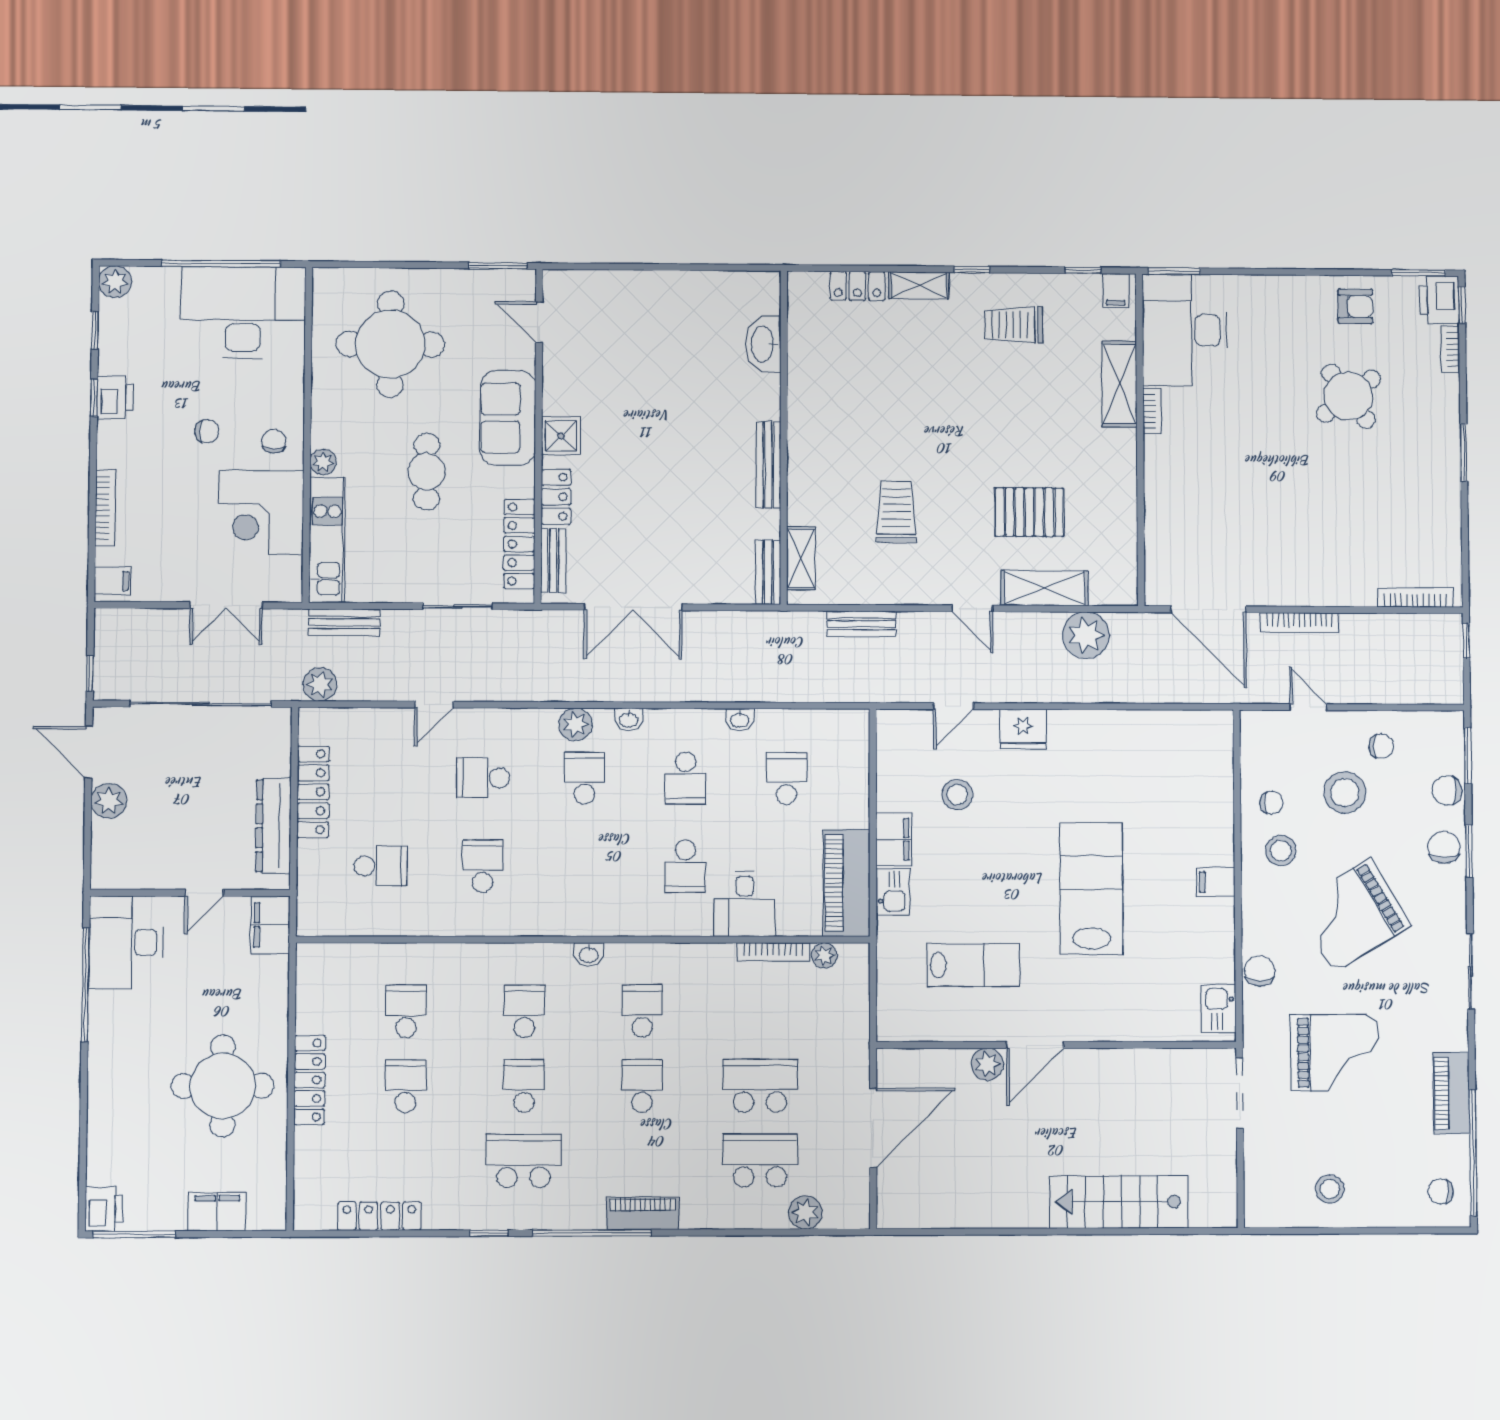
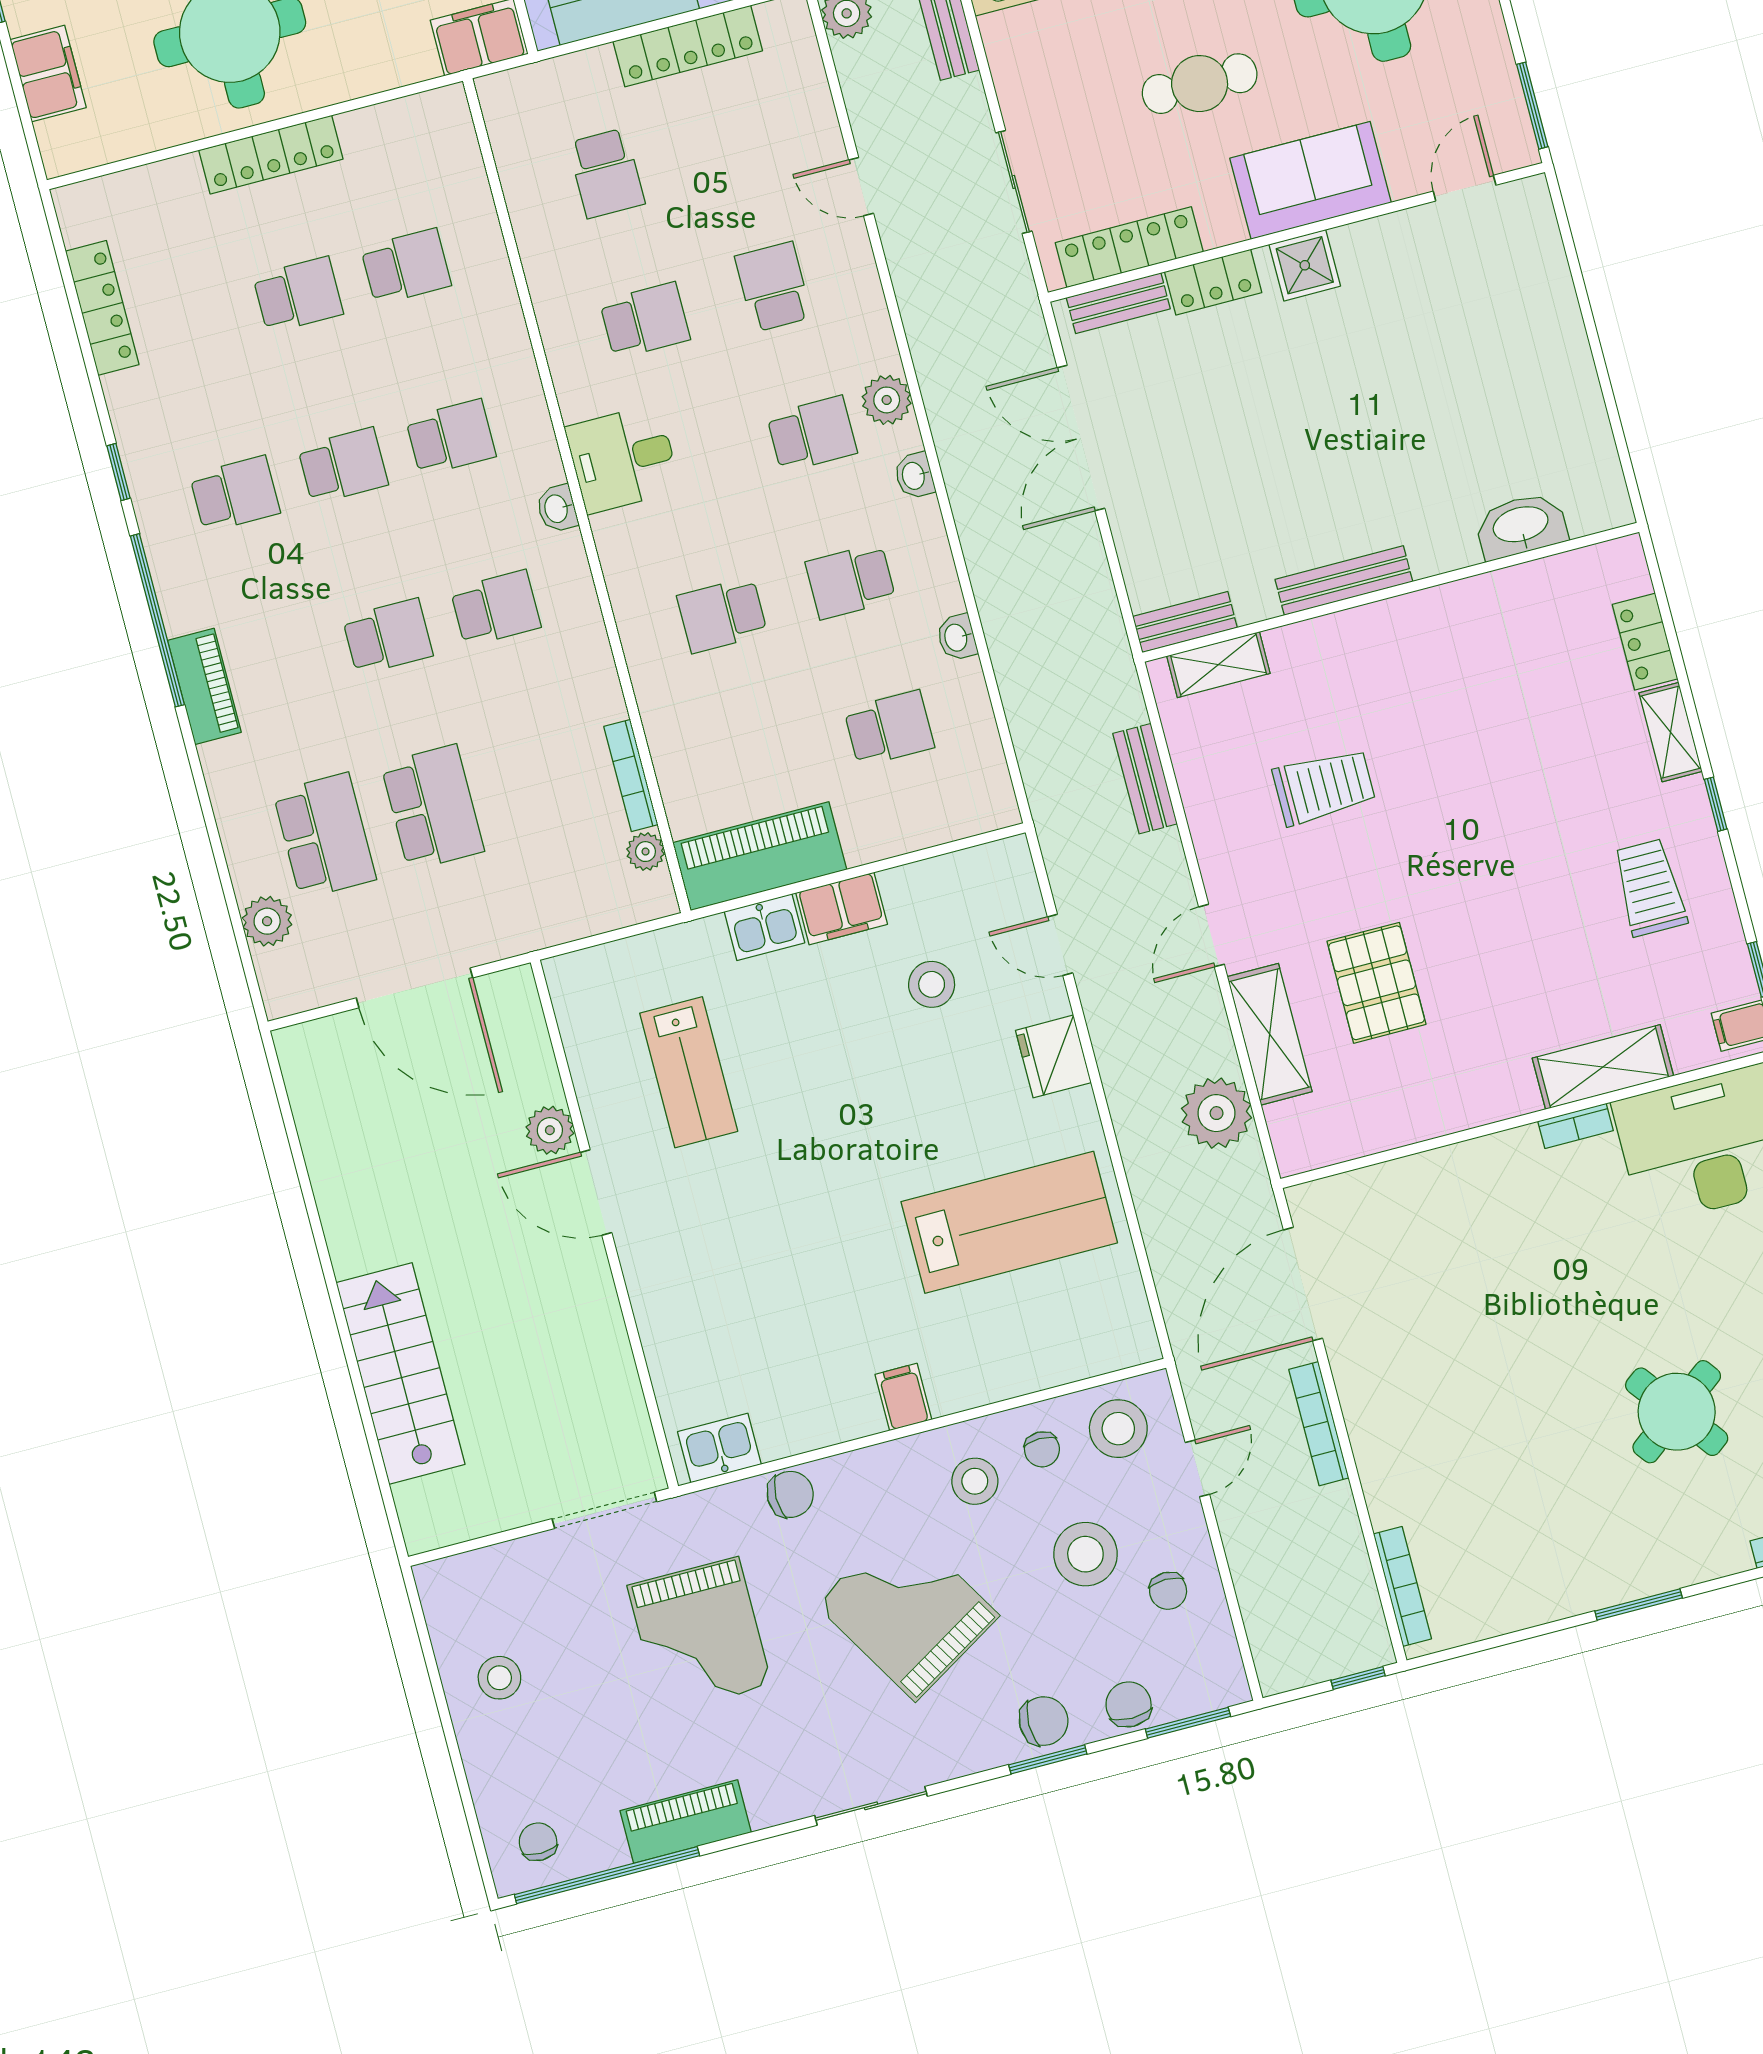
stool: (1270, 751) -> (1118, 1429), added
lab bench: (1091, 888) -> (1009, 1222), moved
desk: (745, 904) -> (623, 459), moved
school desk: (523, 1161) -> (235, 494), width x0.54

